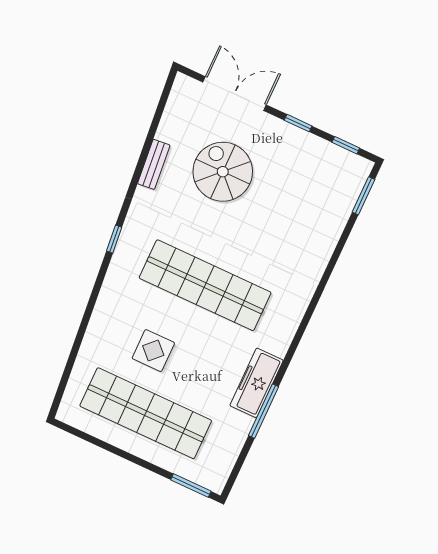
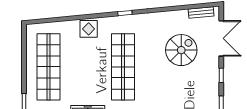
bench: (154, 164) -> (201, 12), moved
display table: (153, 351) -> (89, 29), moved

